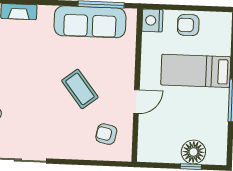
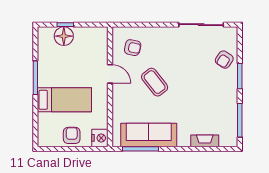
armchair: (188, 25) -> (72, 135), turned -90
door: (136, 102) -> (110, 74), swing flipped

